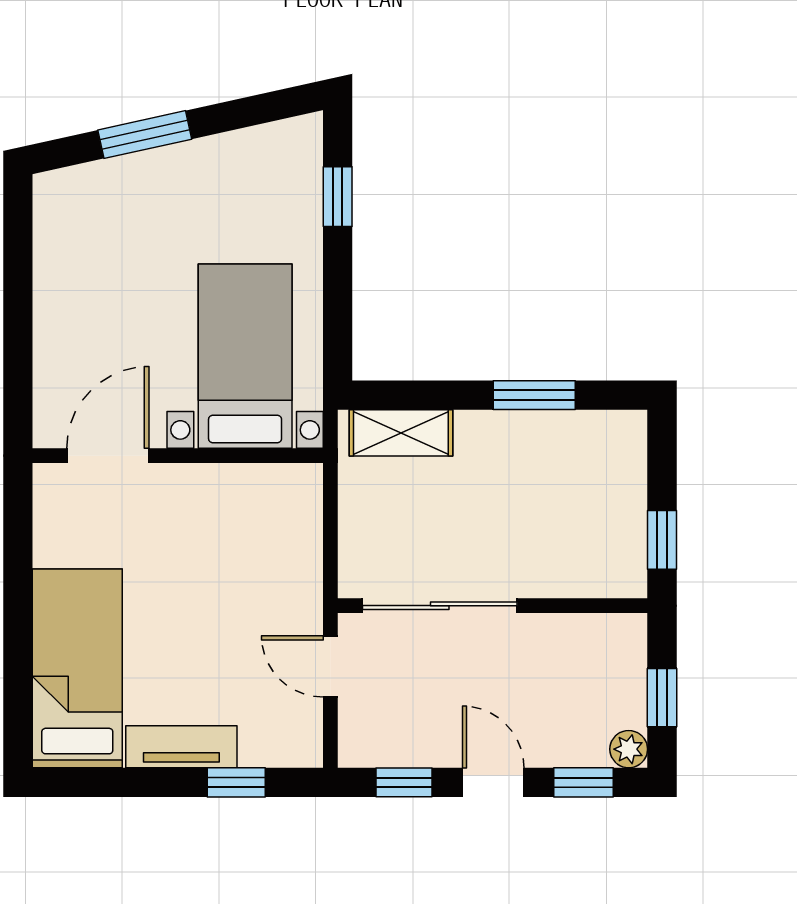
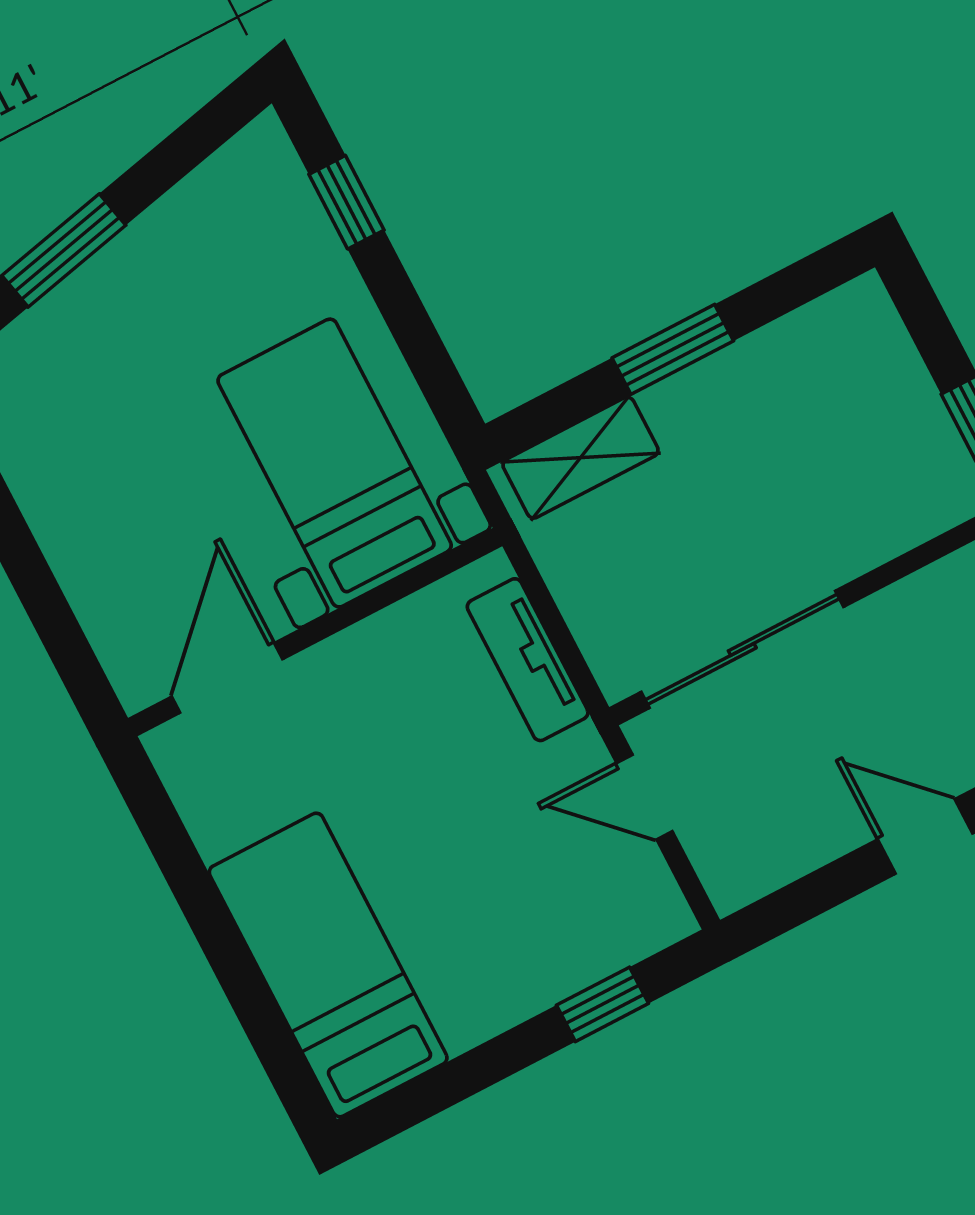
window: (534, 395) -> (673, 349), moved
tv unit: (181, 747) -> (528, 660), moved, turned -90
window: (404, 782) -> (813, 895), removed

